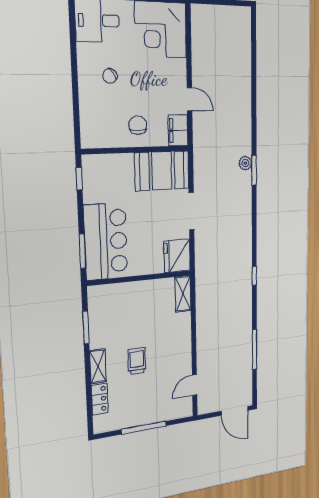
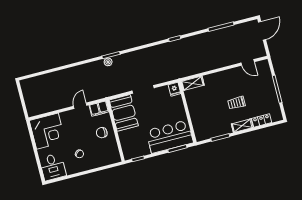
fridge: (177, 256) -> (174, 89), width x0.53, depth x0.75

